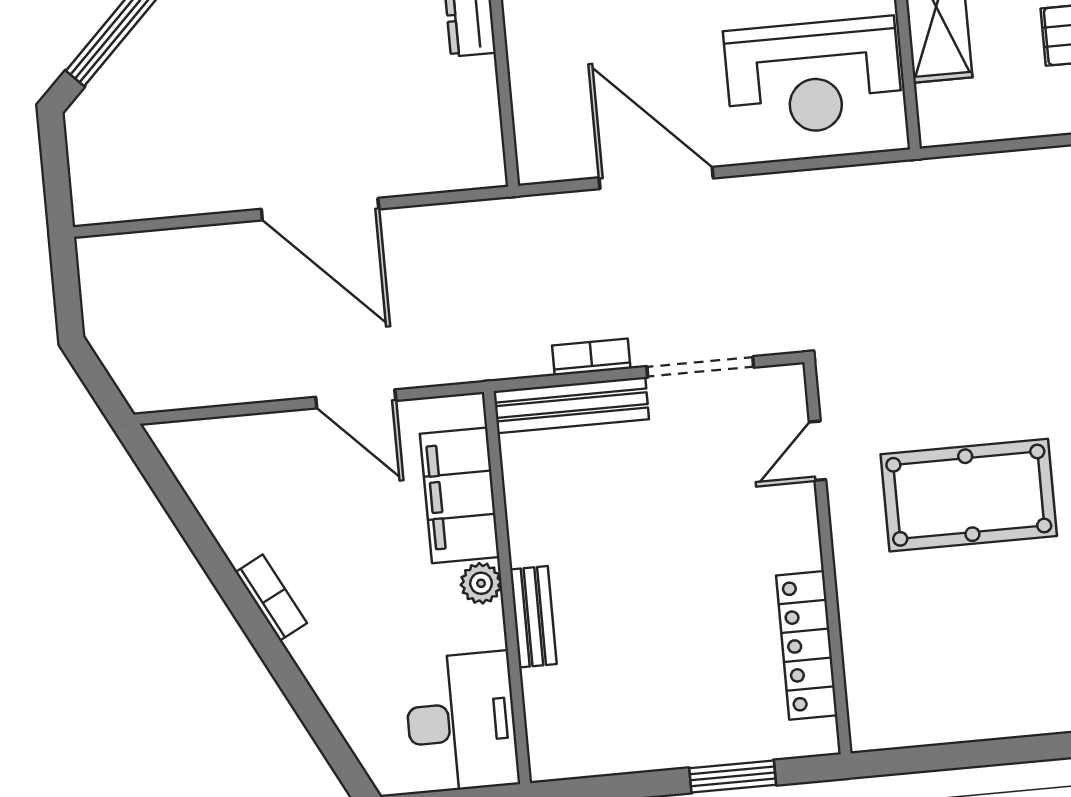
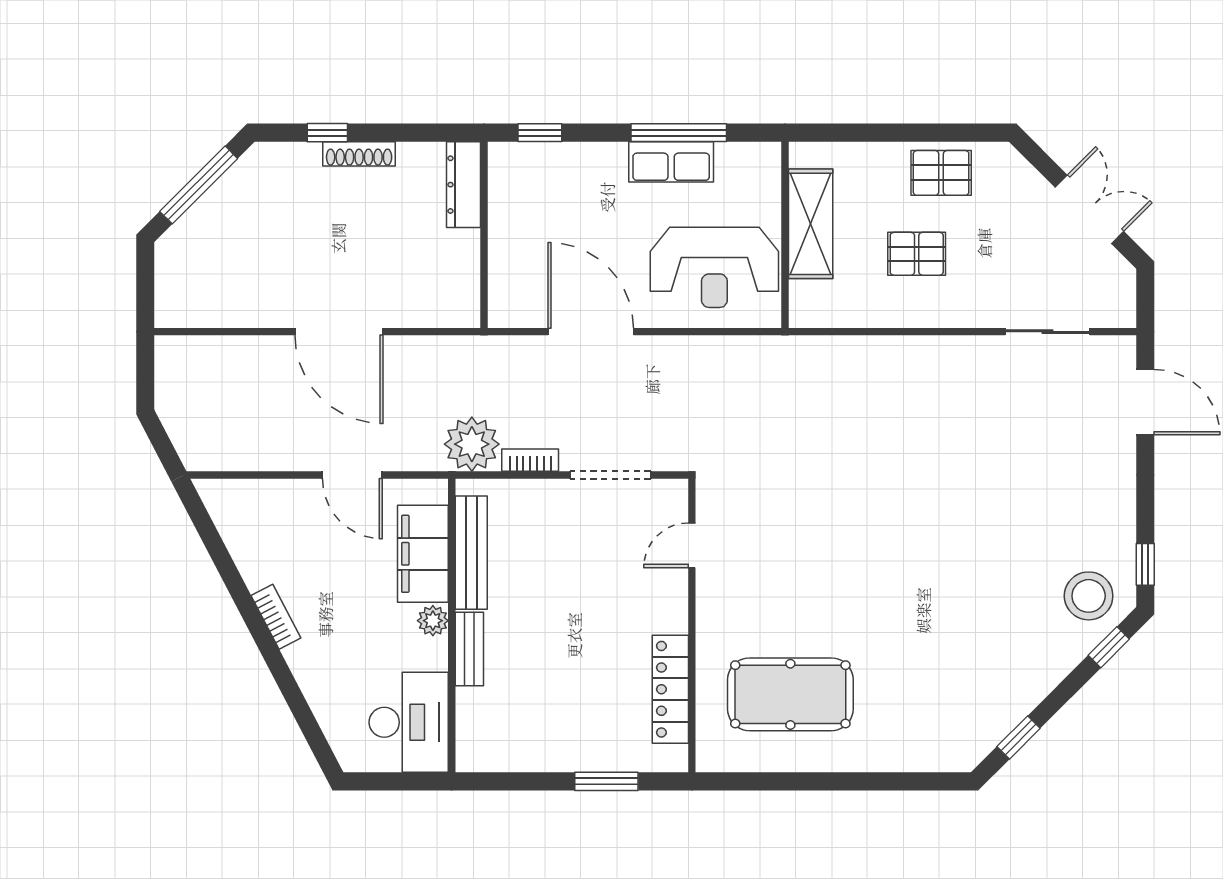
plant: (511, 343) -> (472, 444), added
bench: (571, 405) -> (471, 553), moved, turned 90
pool table: (969, 495) -> (790, 694), moved

